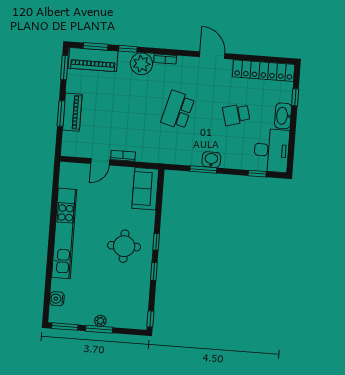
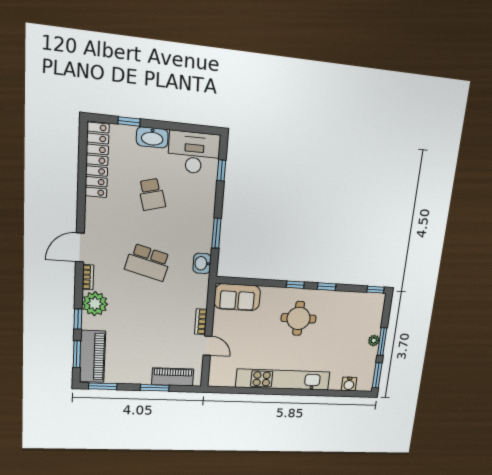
door: (212, 55) -> (80, 247), moved
piano: (72, 112) -> (173, 377), moved
washbasin: (211, 160) -> (202, 263), moved

